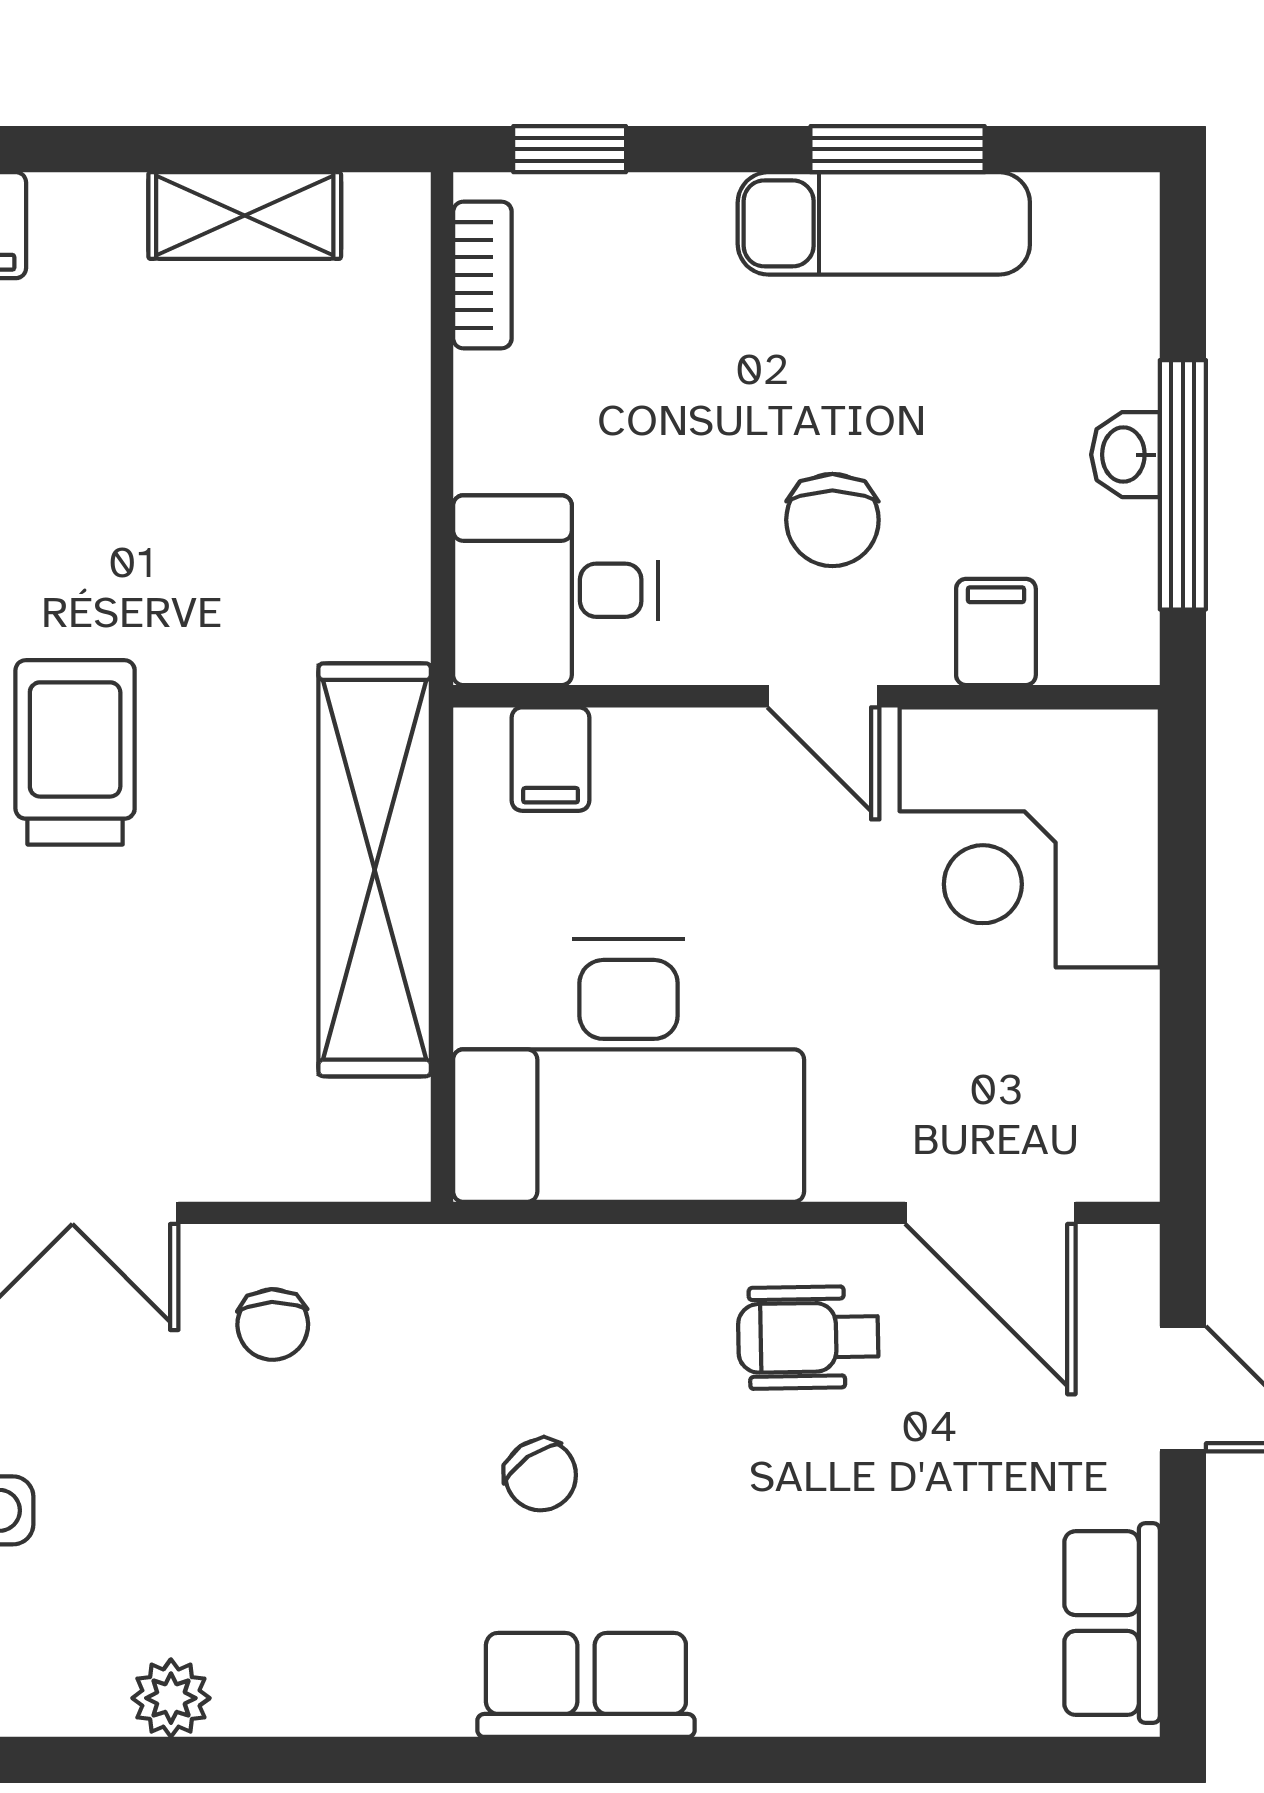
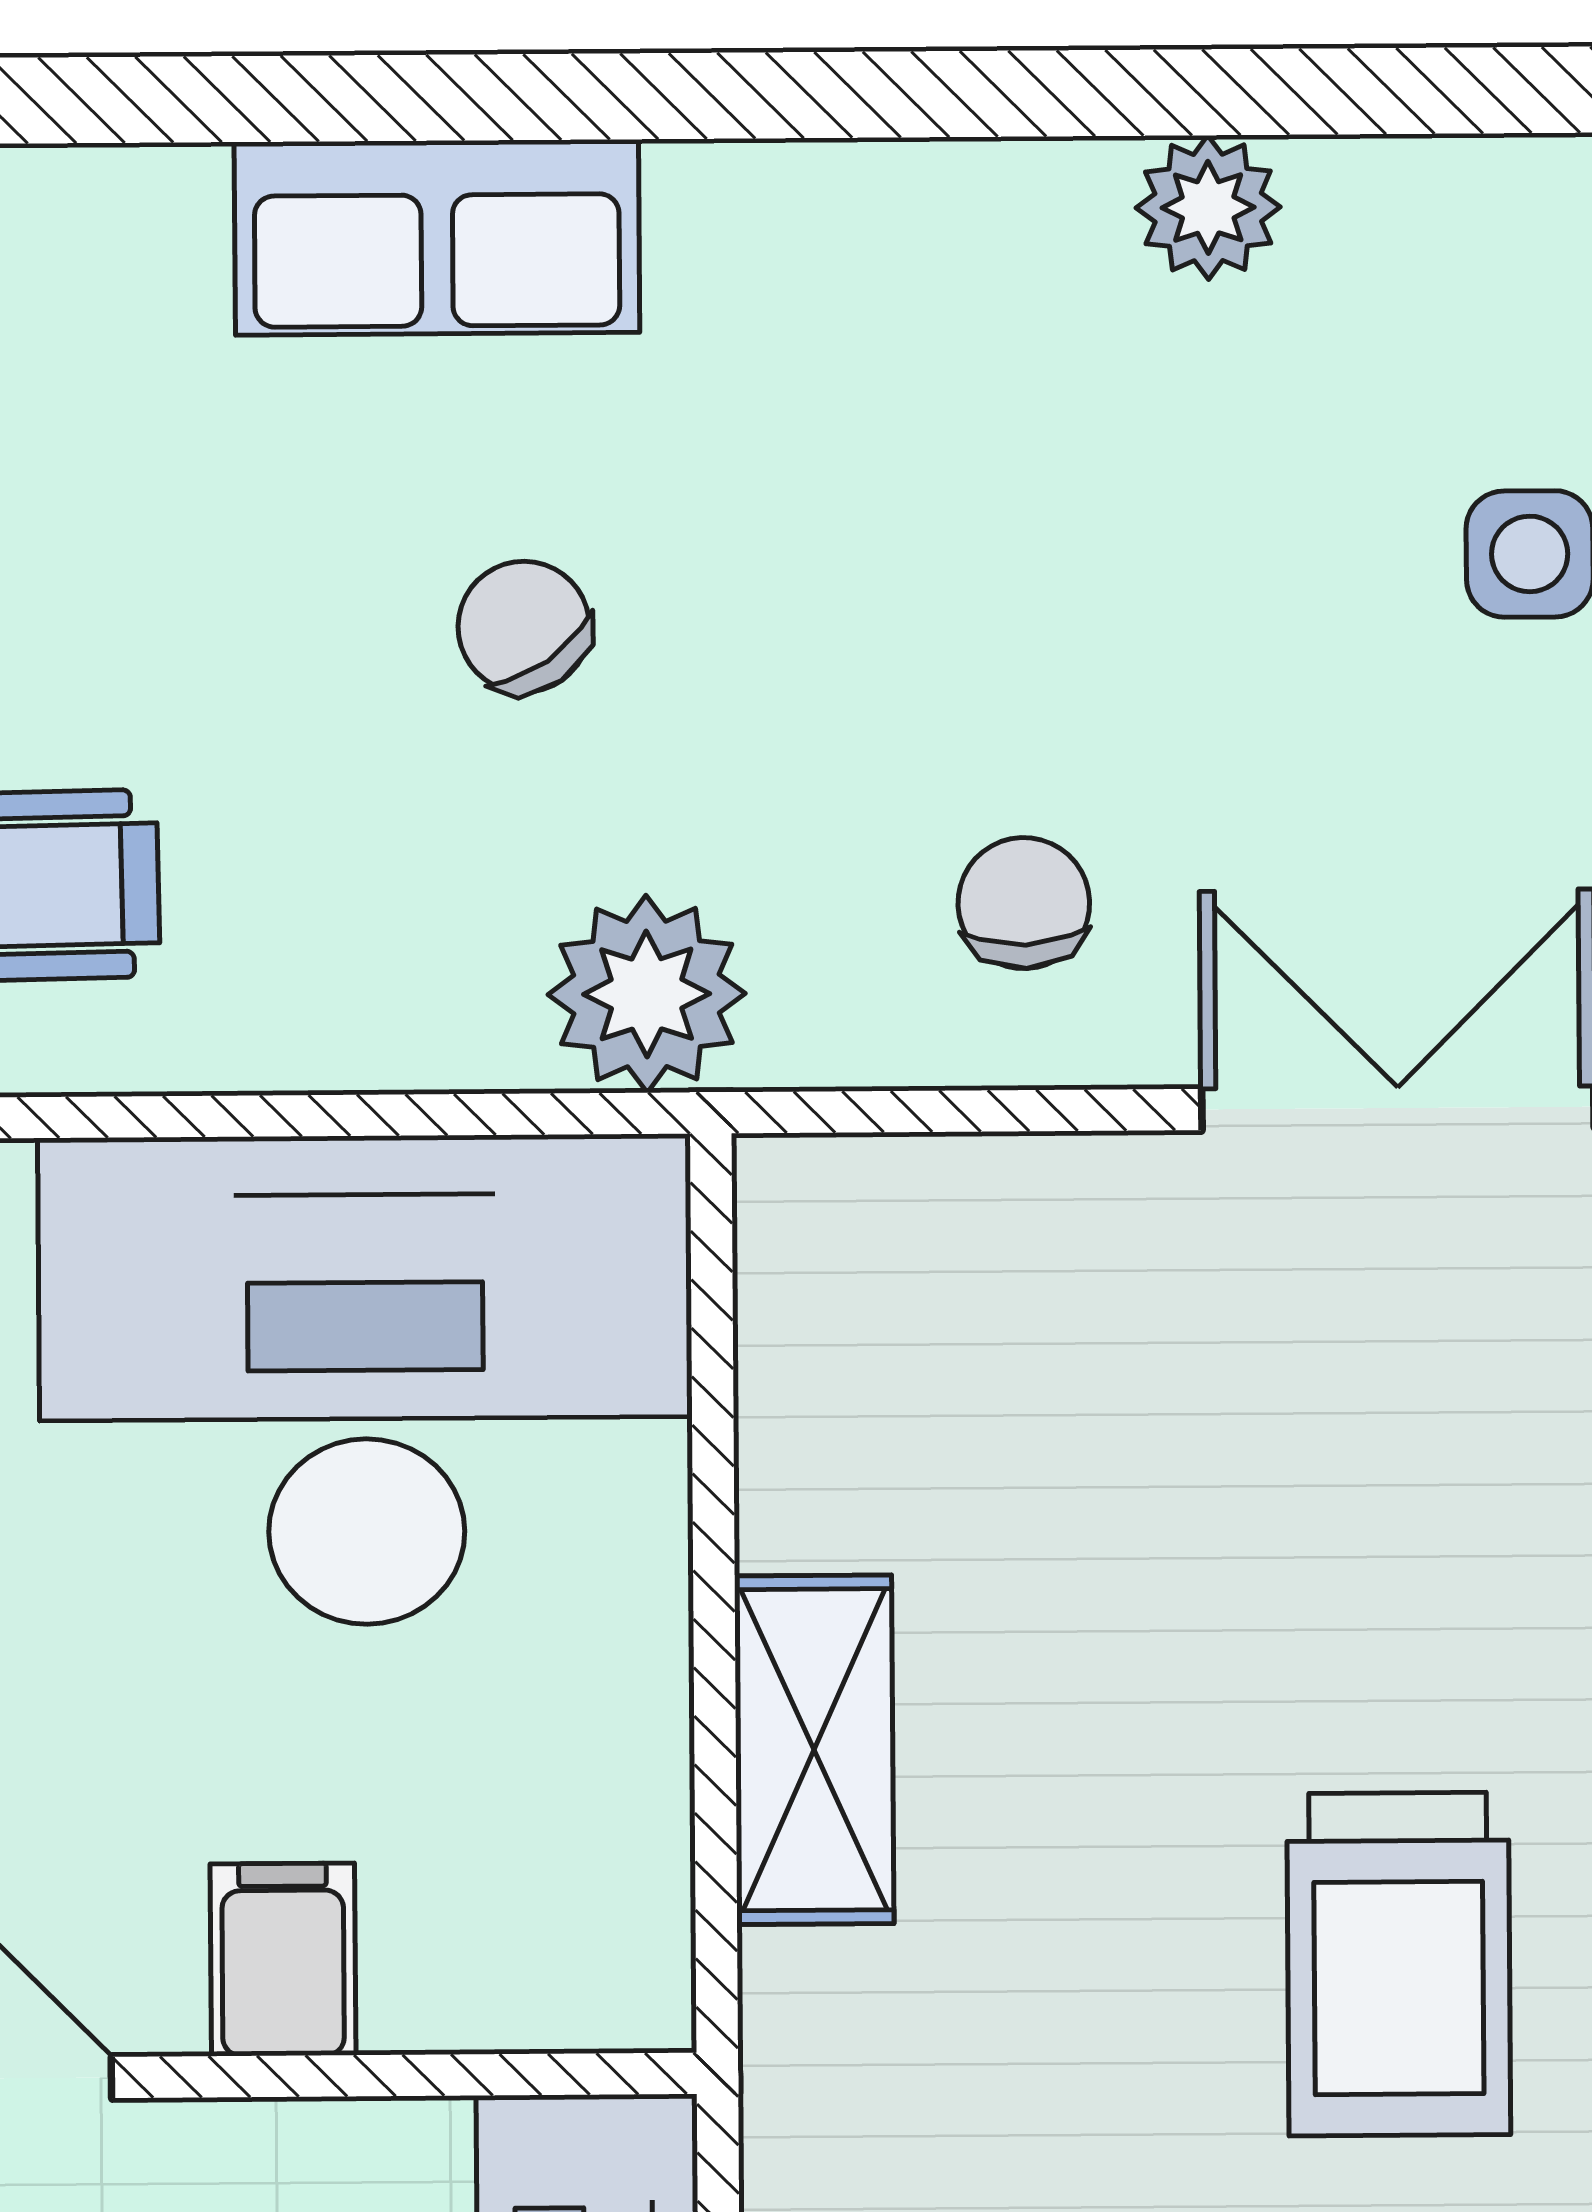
filing cabinet: (551, 759) -> (283, 1959), moved
shelving: (375, 870) -> (814, 1750), width x0.45, depth x0.75
plant: (476, 1277) -> (647, 994), added

